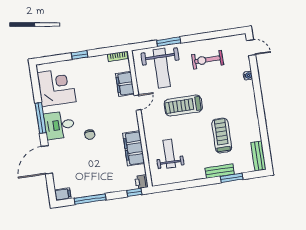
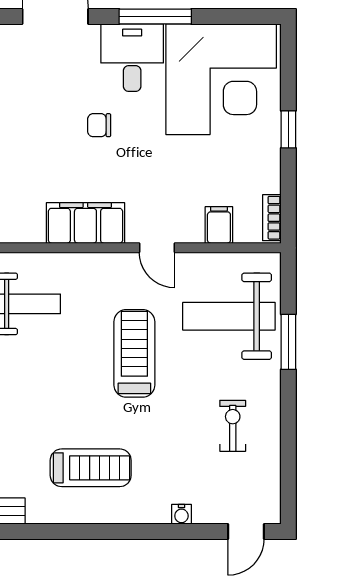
exercise bike: (207, 60) -> (233, 426), width x0.73, depth x0.72
filing cabinet: (125, 84) -> (219, 225), width x0.50
corner desk: (57, 87) -> (221, 79), width x1.36, depth x1.36
treadmill: (222, 135) -> (91, 468), moved
filing cabinet: (134, 148) -> (85, 223), moved

